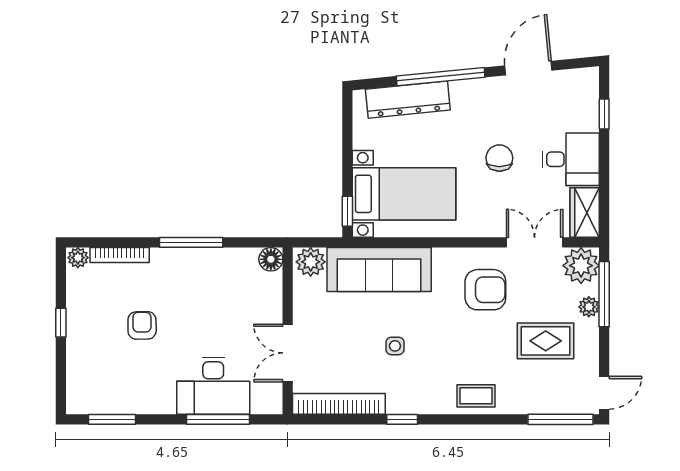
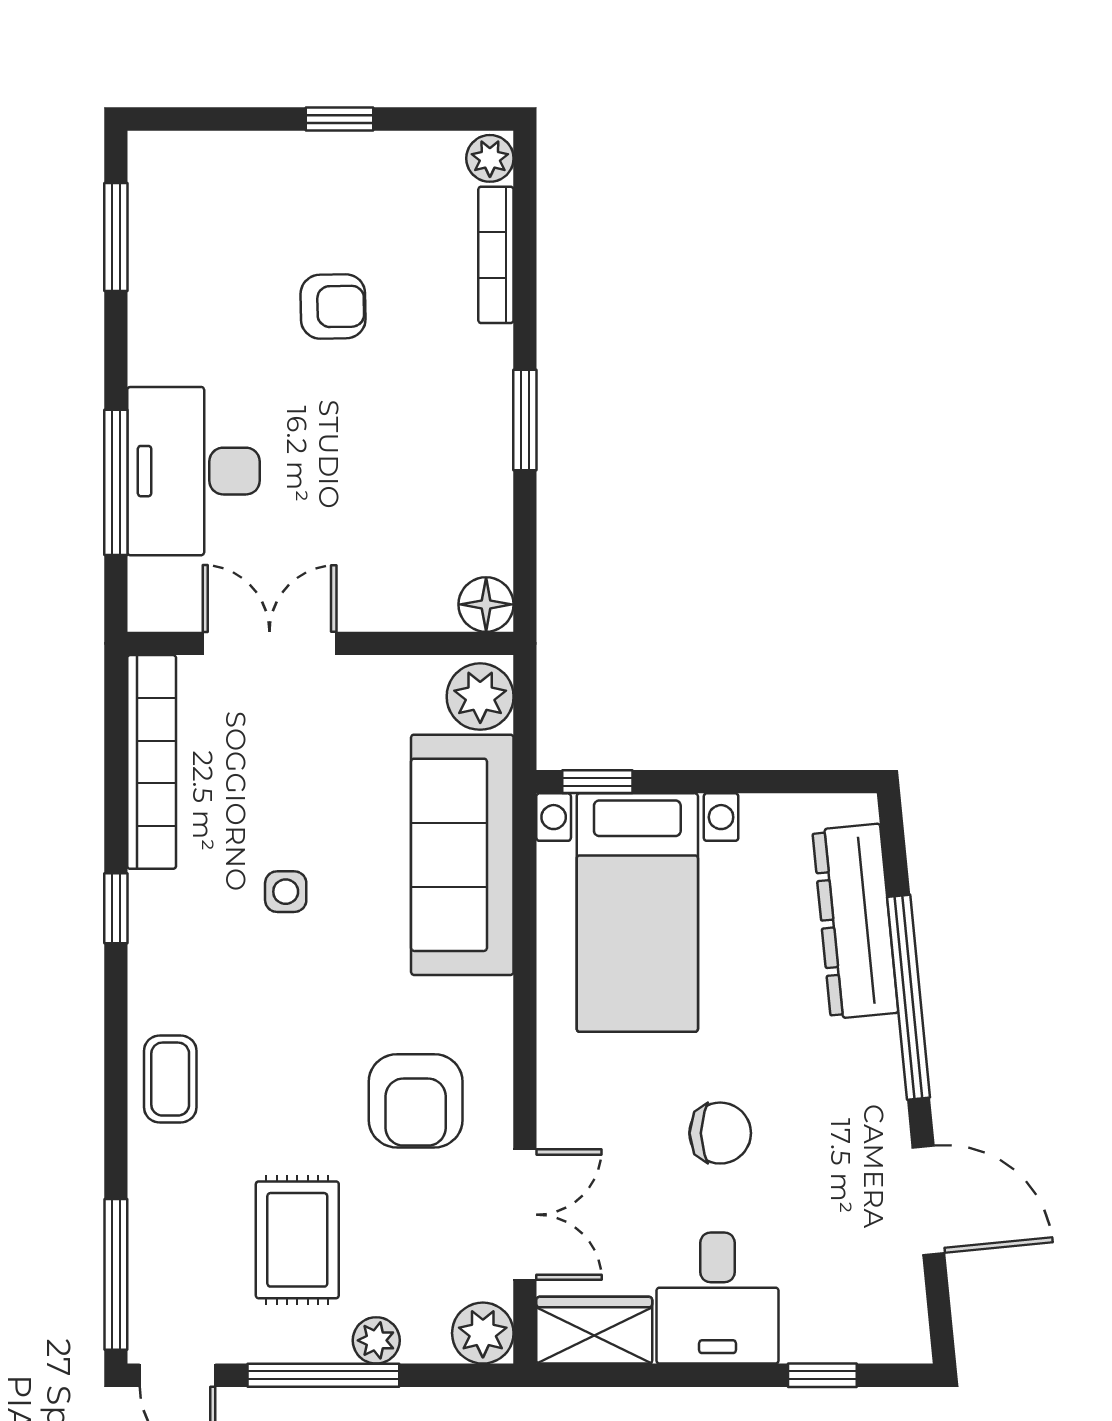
window: (191, 242) -> (525, 420), width x0.69
plant: (581, 266) -> (483, 1333), width x0.73, depth x0.73
window: (604, 294) -> (323, 1375), moved

